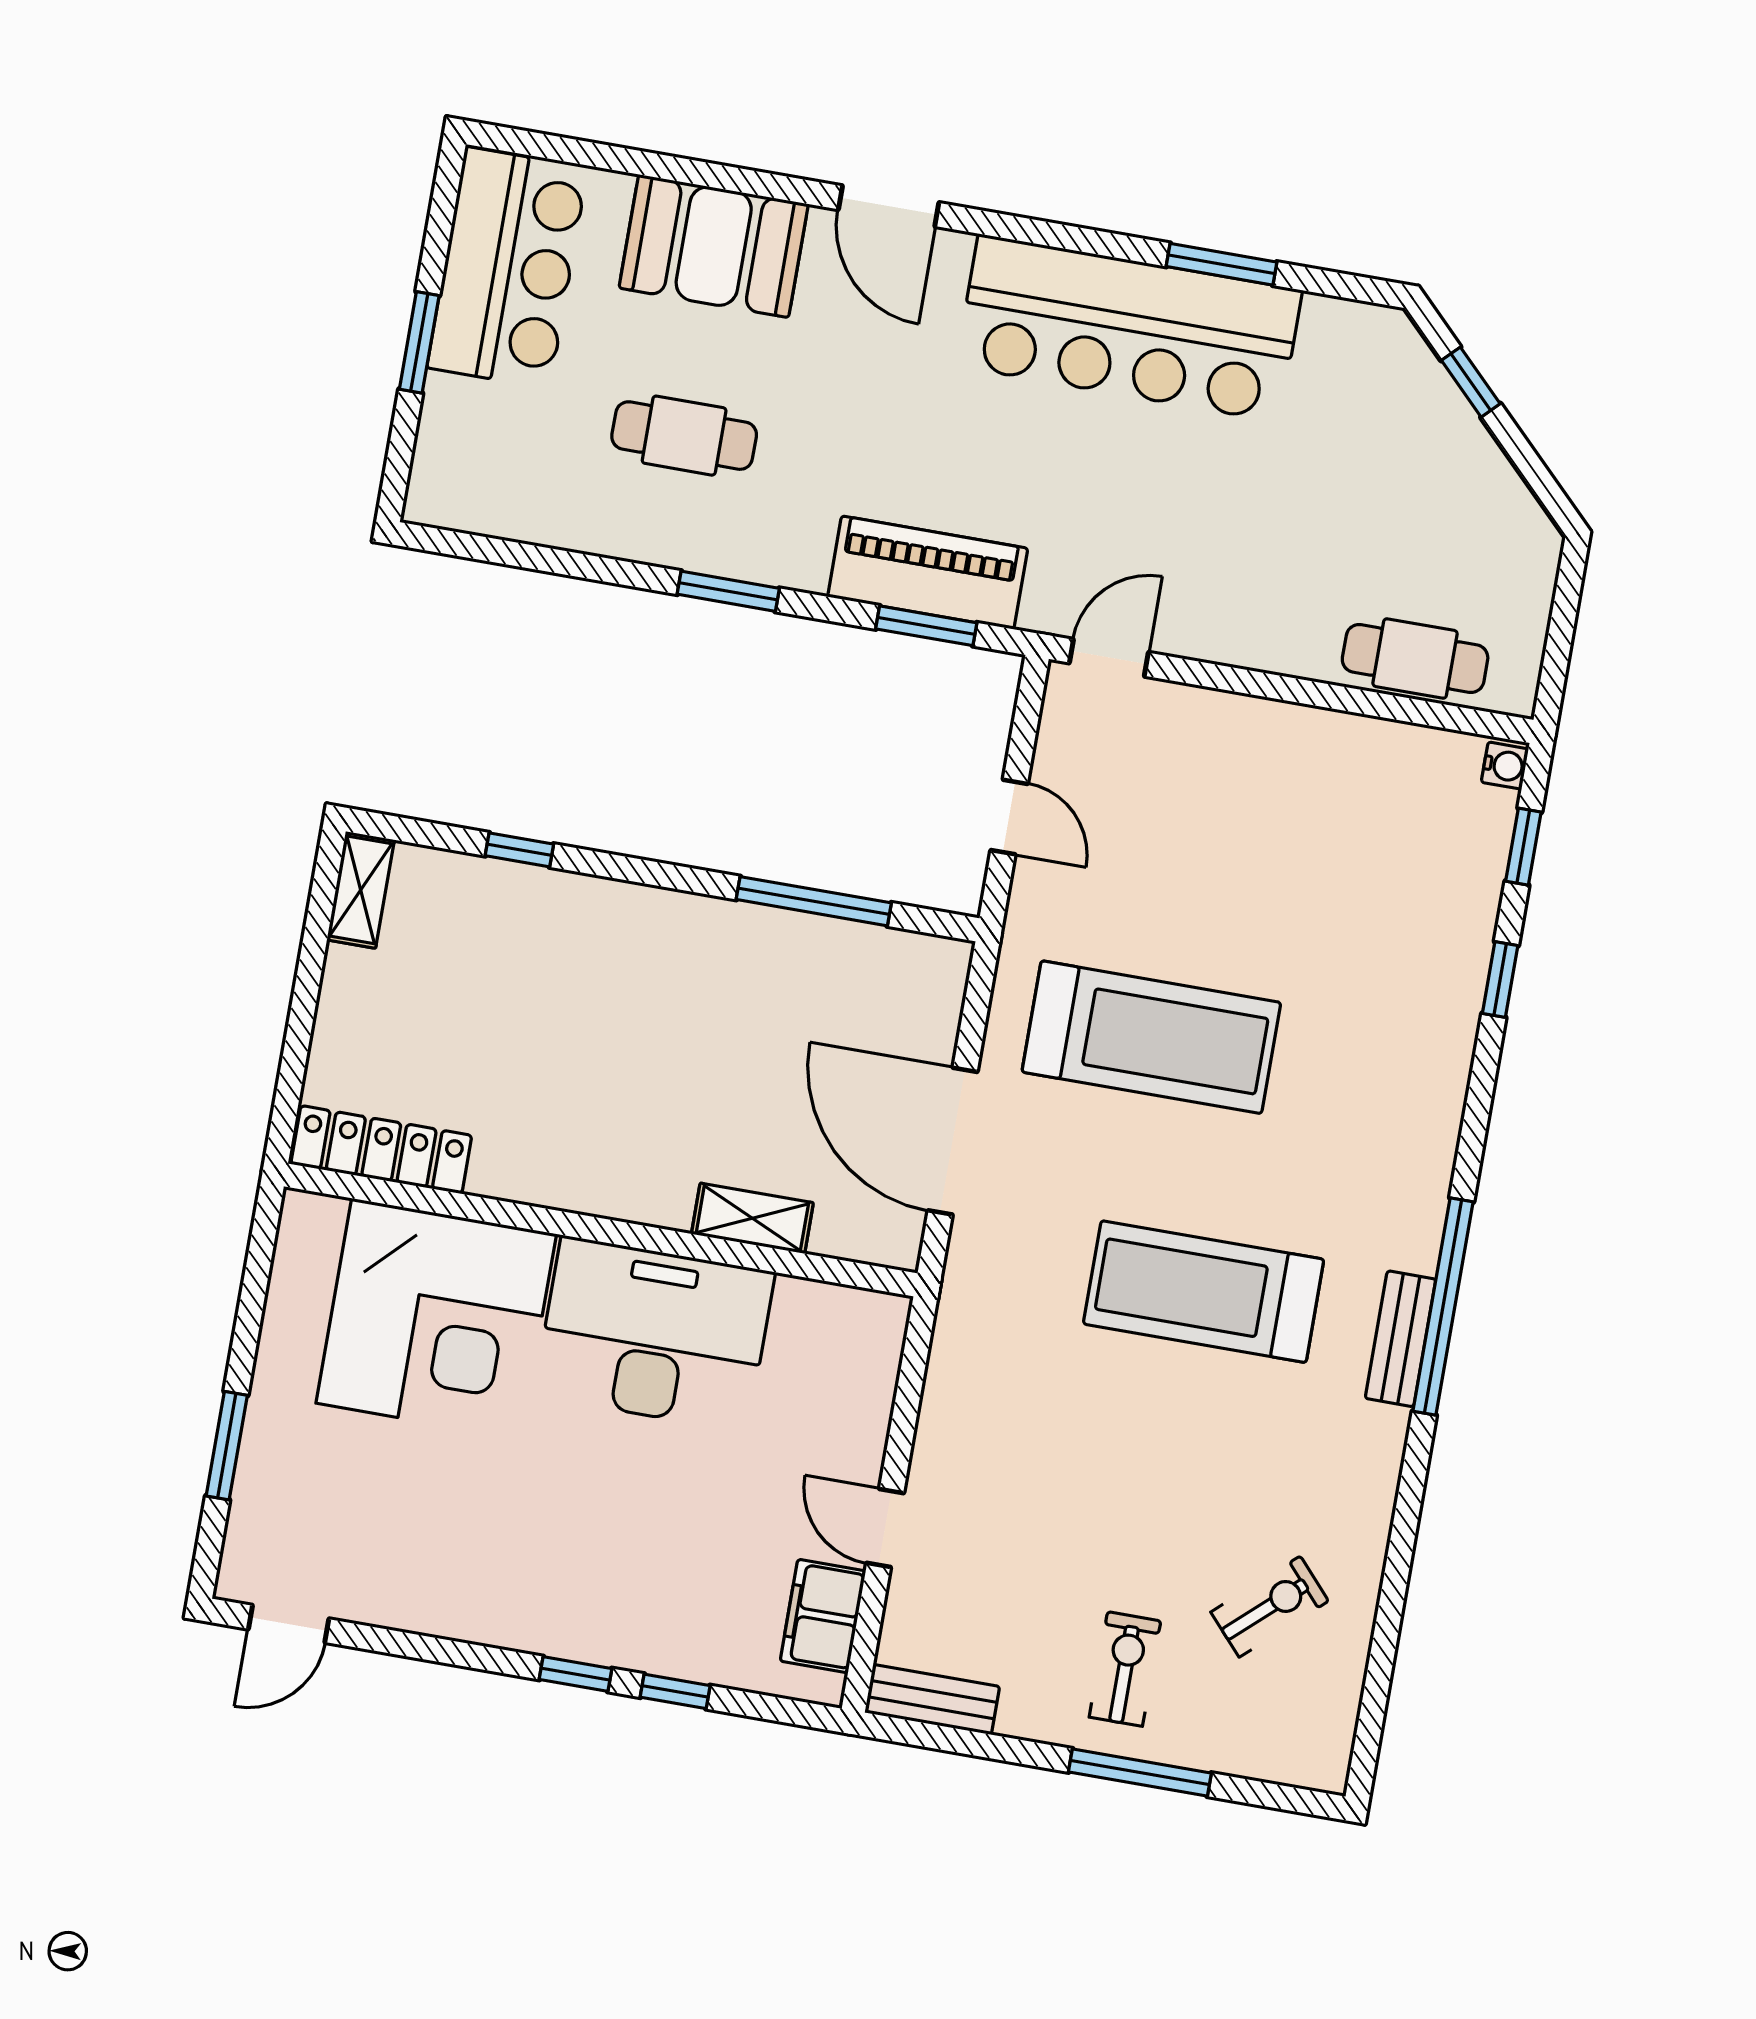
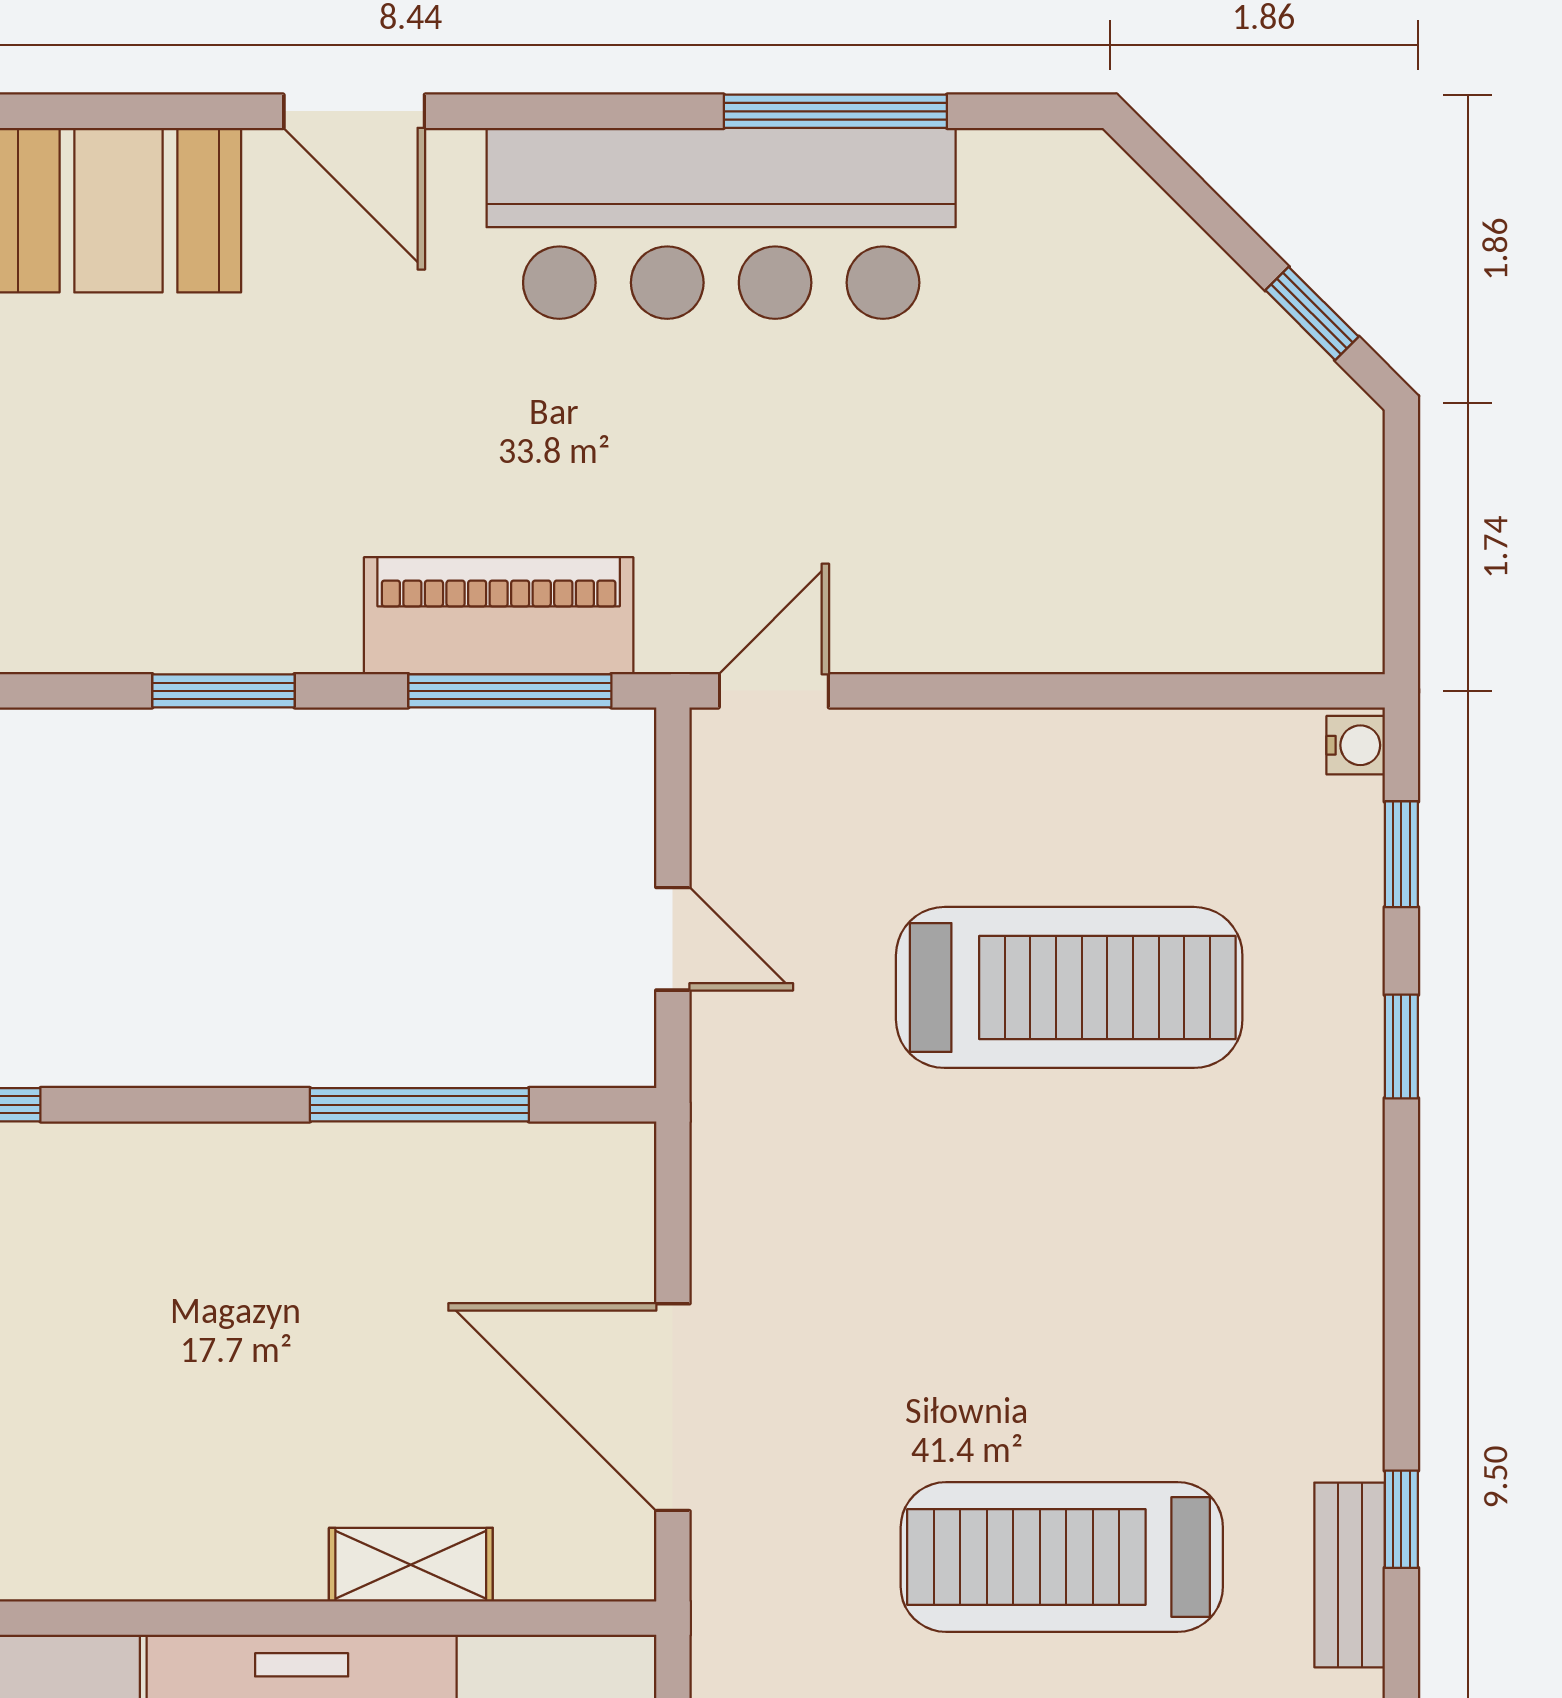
window: (1222, 264) -> (835, 111), width x1.44
window: (1471, 382) -> (1312, 313), moved
cafe table: (684, 436) -> (123, 483), removed
window: (926, 626) -> (510, 691), width x1.44
cafe table: (1415, 659) -> (1203, 617), removed
treadmill: (1151, 1037) -> (1069, 987), moved
window: (1443, 1307) -> (1401, 1519), width x0.32

